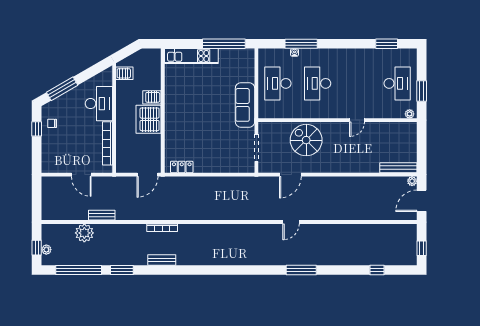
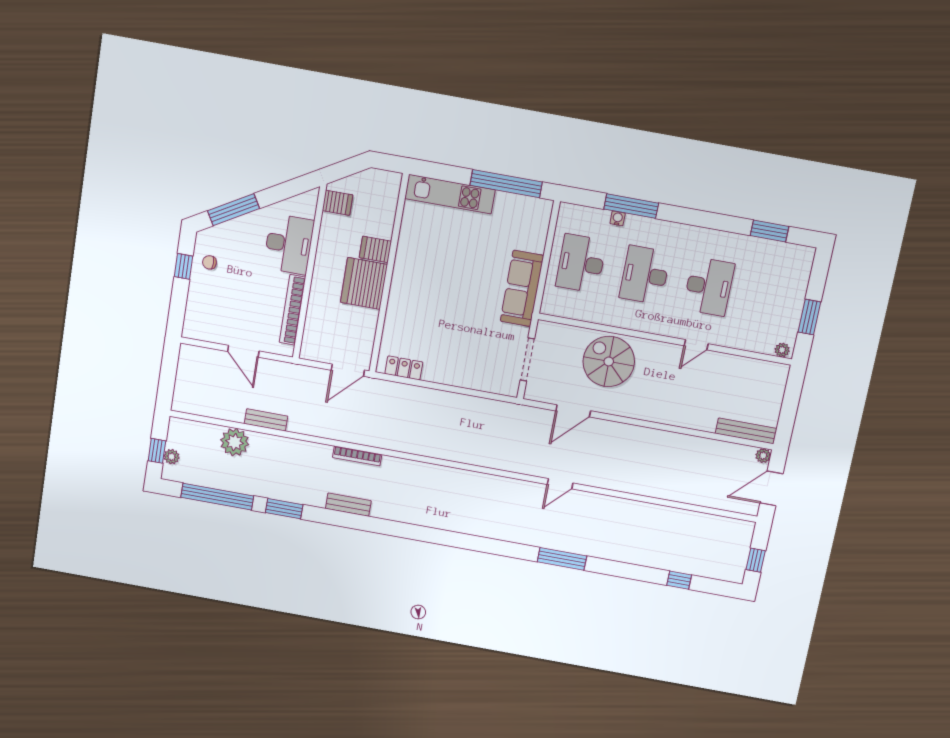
desk: (397, 83) -> (709, 287), moved

